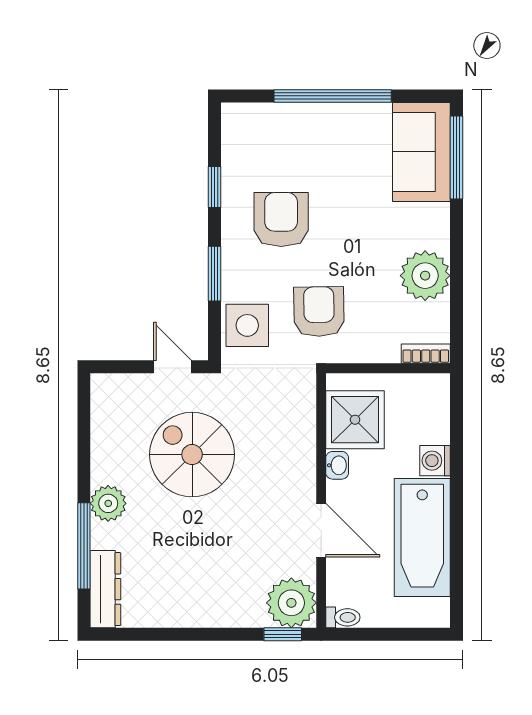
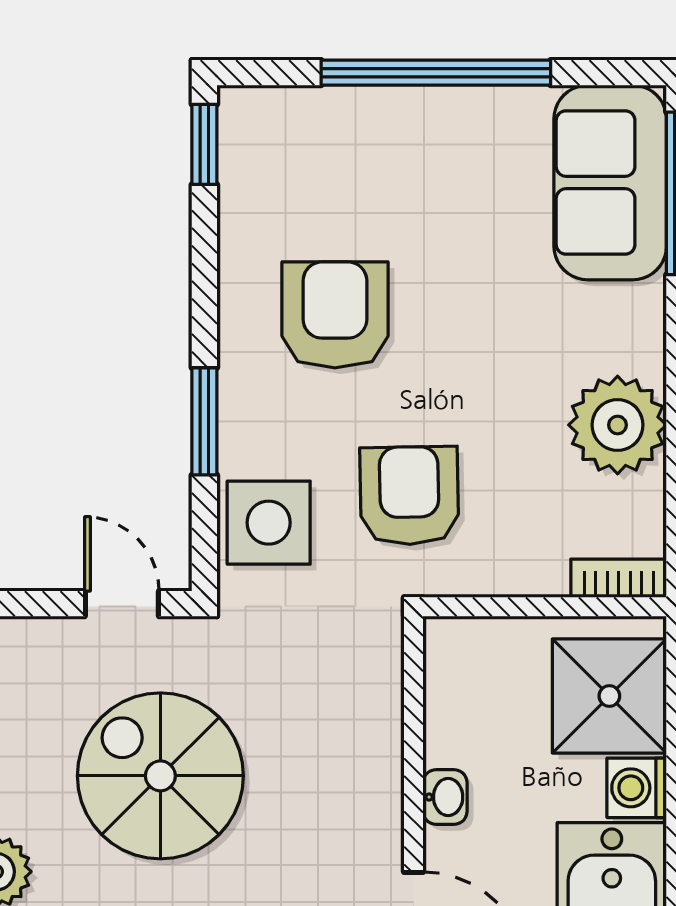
window: (214, 187) -> (204, 144), moved
shower: (355, 420) -> (609, 696), moved

